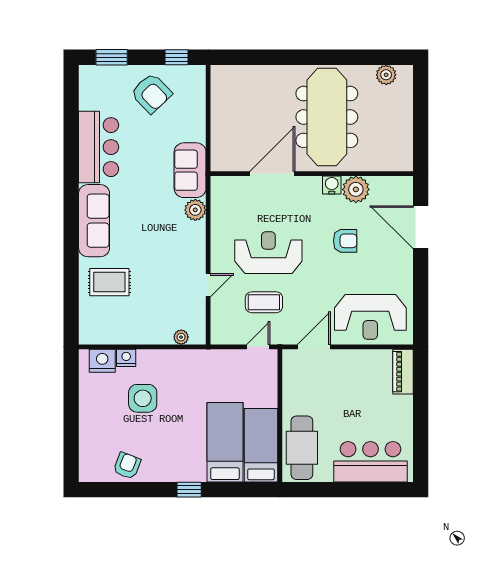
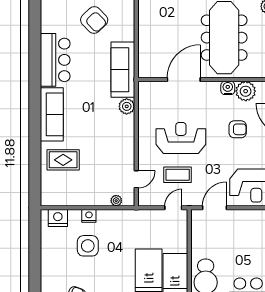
sofa: (190, 170) -> (123, 70), width x1.36
door: (208, 285) -> (136, 179), moved
nightstand: (126, 358) -> (89, 216), moved

